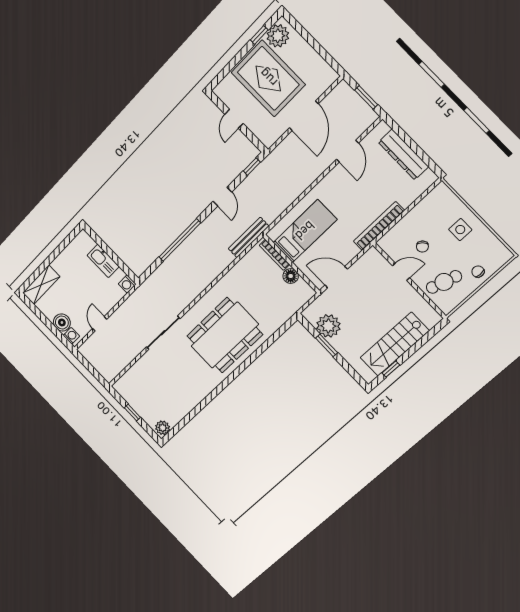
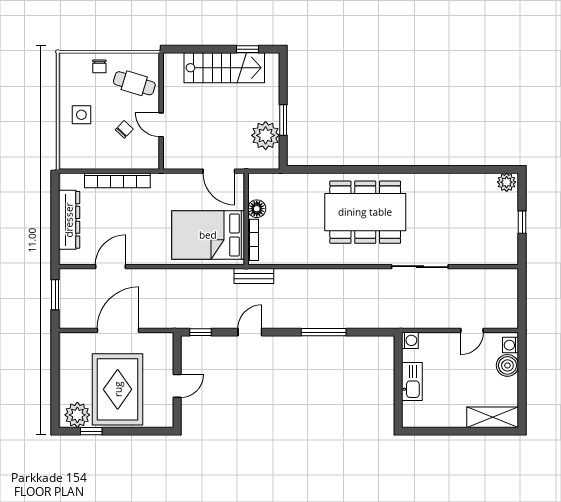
bookcase: (379, 226) -> (117, 180), moved
bed: (305, 231) -> (208, 235), width x1.50
bench: (249, 237) -> (254, 276), width x0.73
window: (180, 240) -> (324, 332), width x0.68

